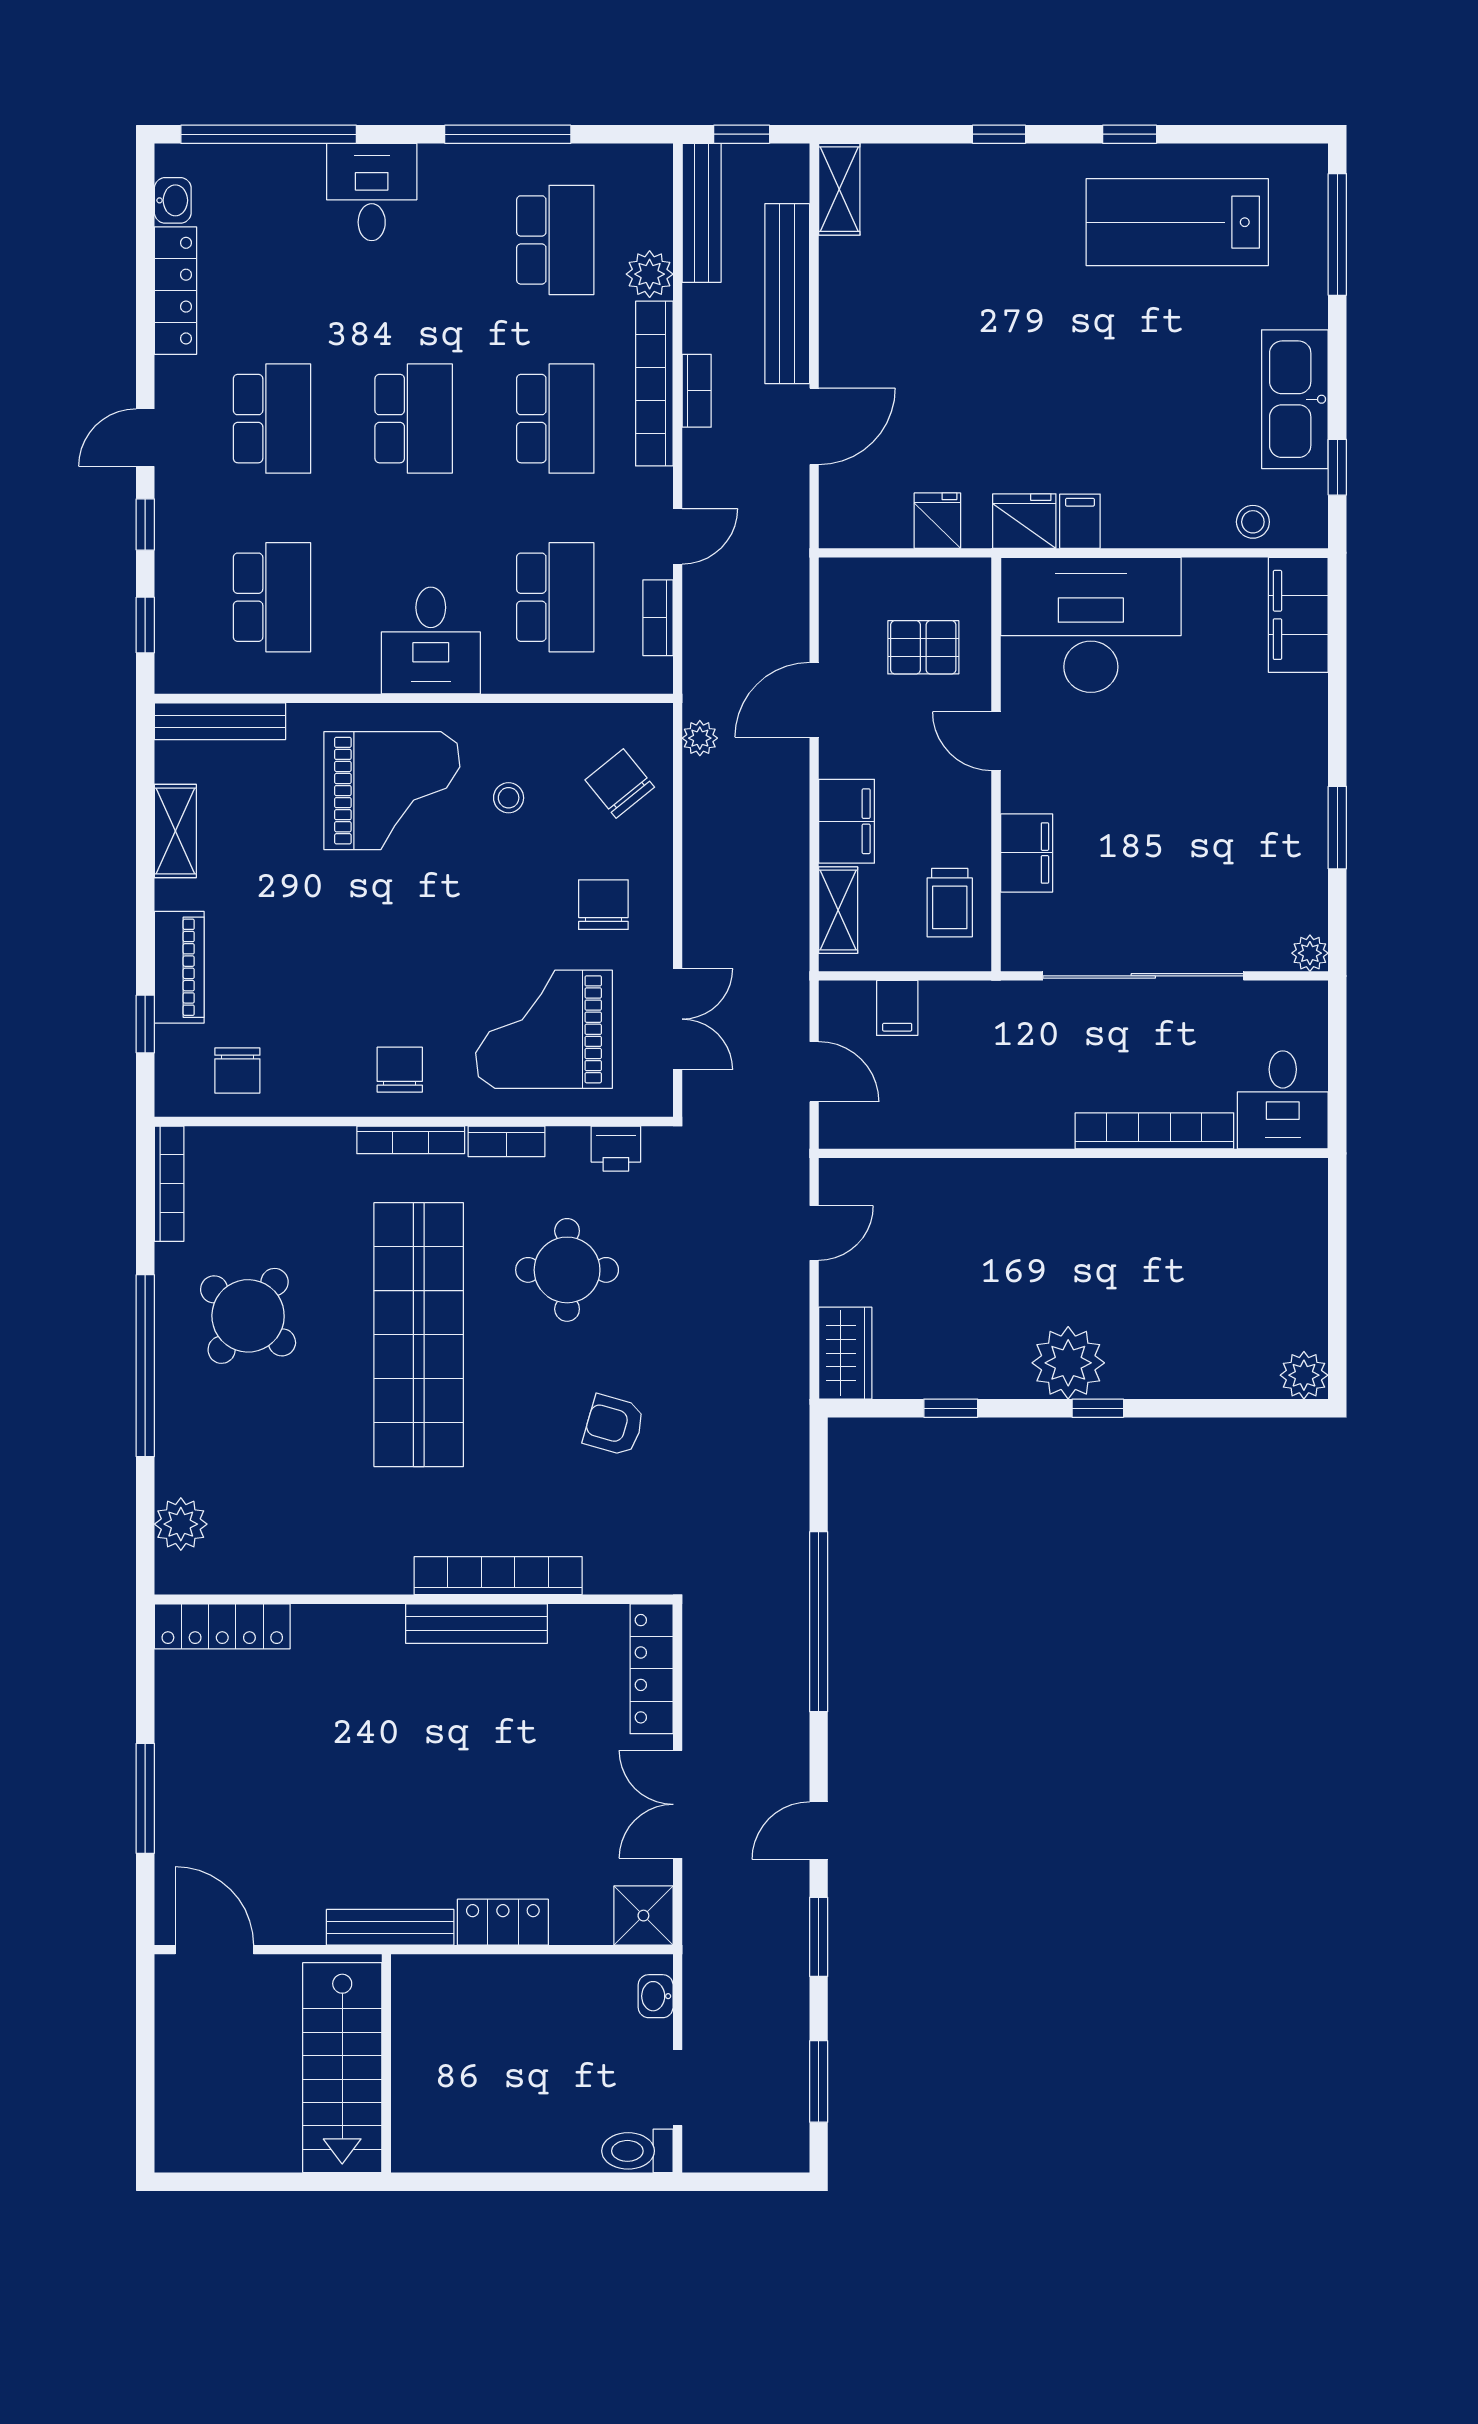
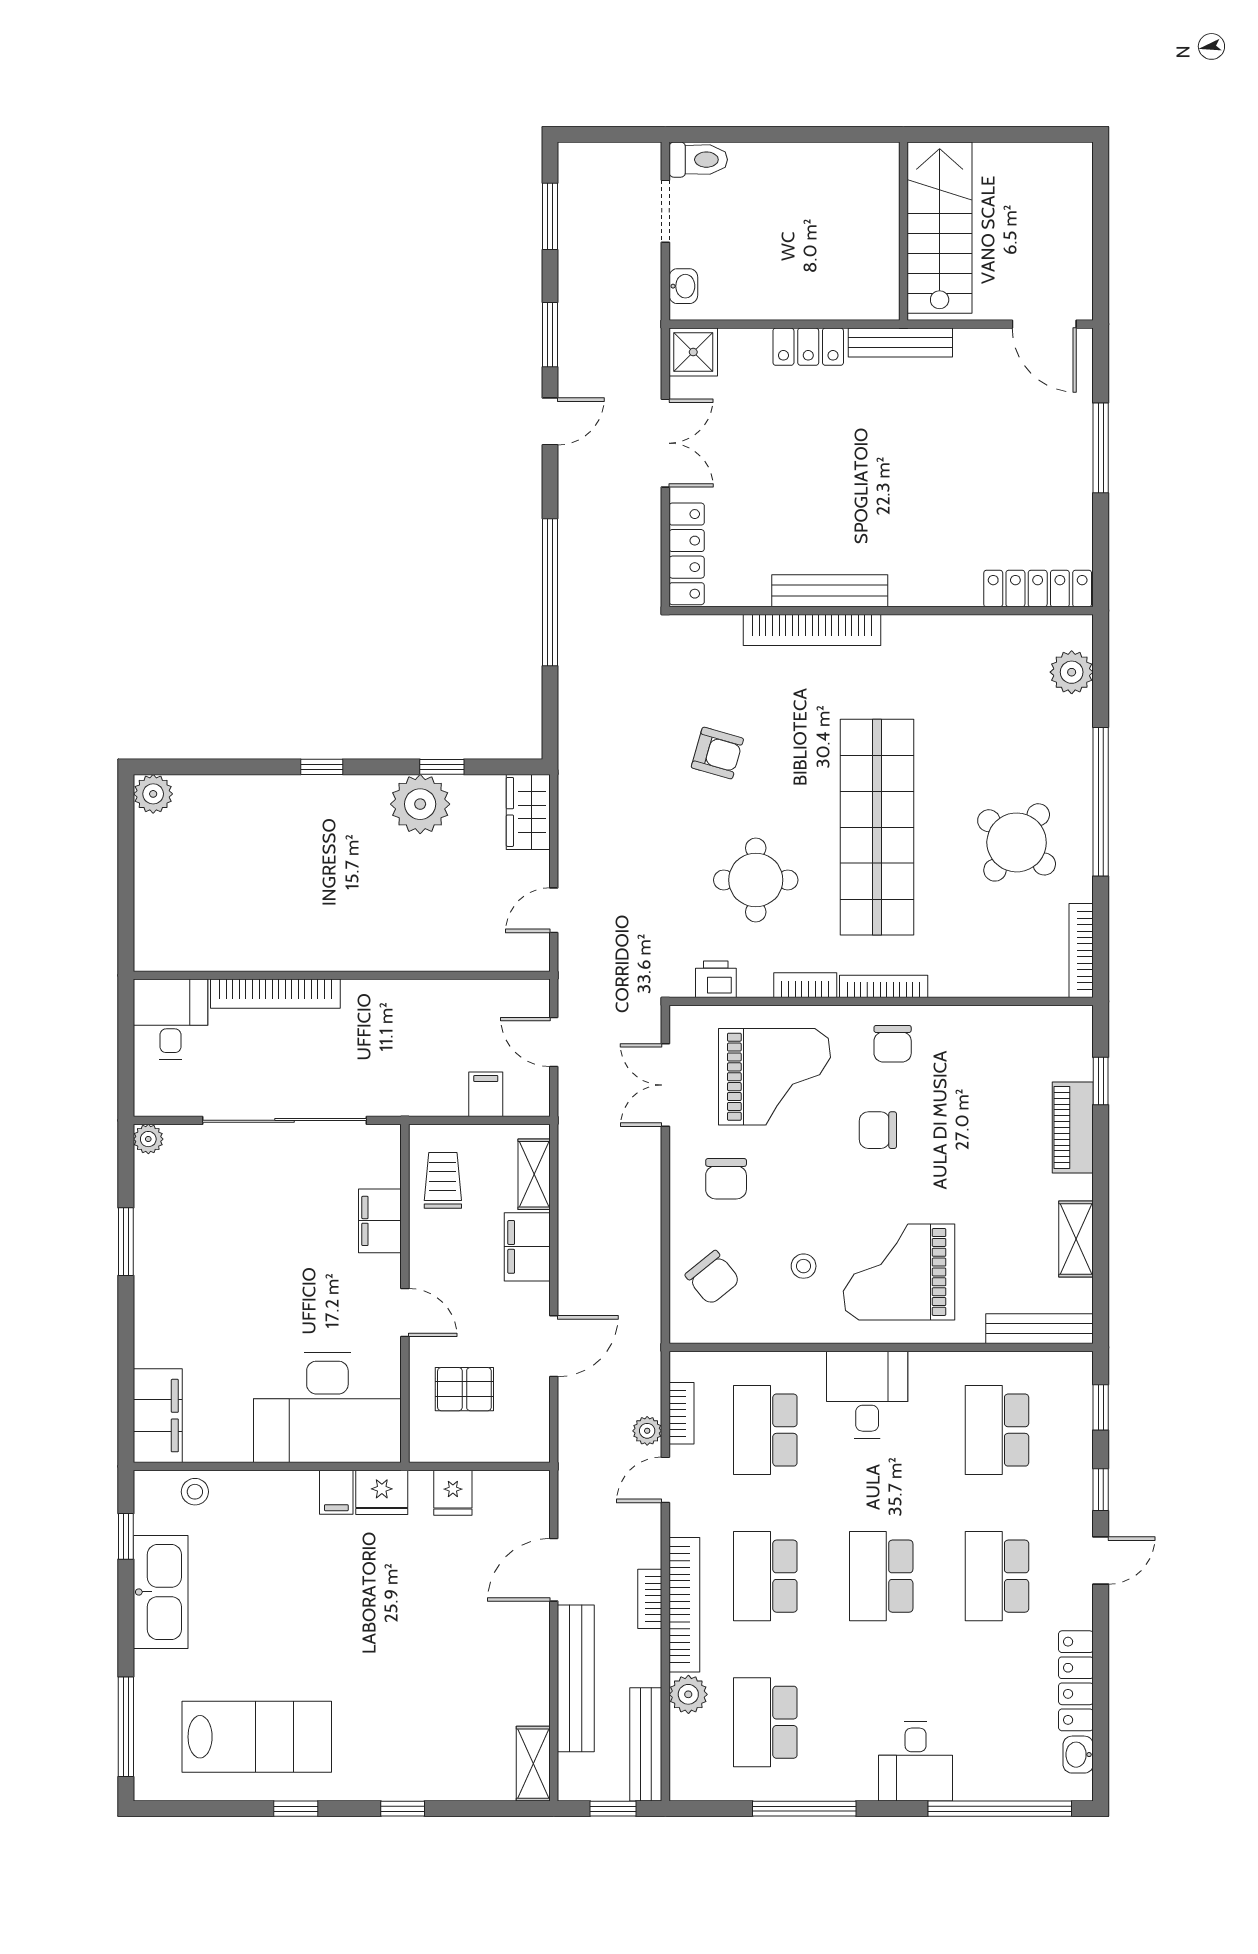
plant: (700, 738) -> (647, 1431), moved
chair: (237, 1070) -> (878, 1130), moved, turned -90
plant: (1068, 1363) -> (420, 804), moved

